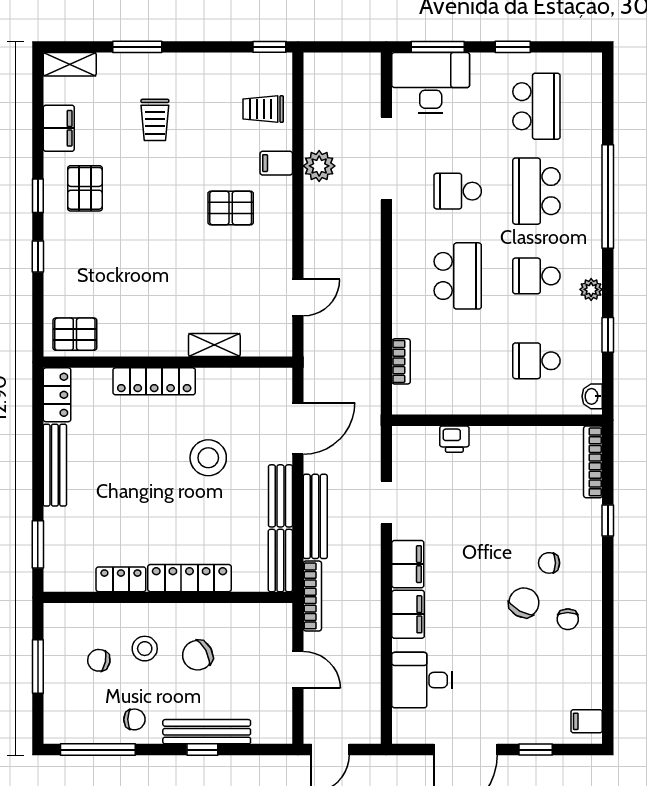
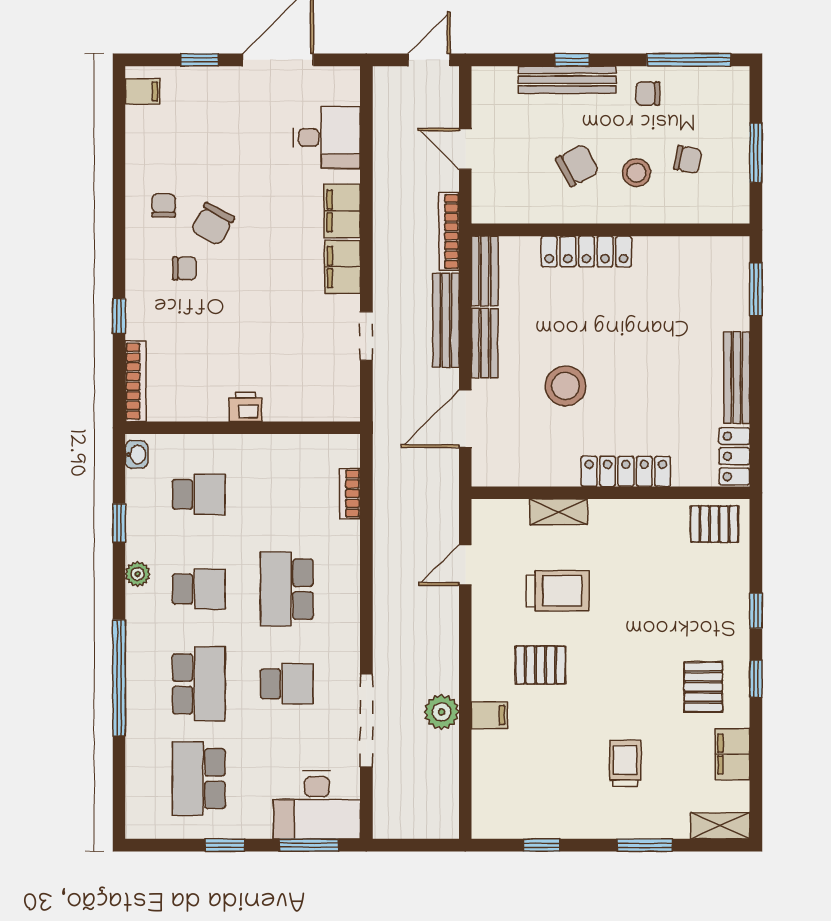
window: (269, 47) -> (542, 845), moved
trolley: (263, 109) -> (558, 591), moved, width x1.36, depth x1.39
printer: (454, 439) -> (245, 407), moved
locker: (121, 579) -> (663, 250), removed

